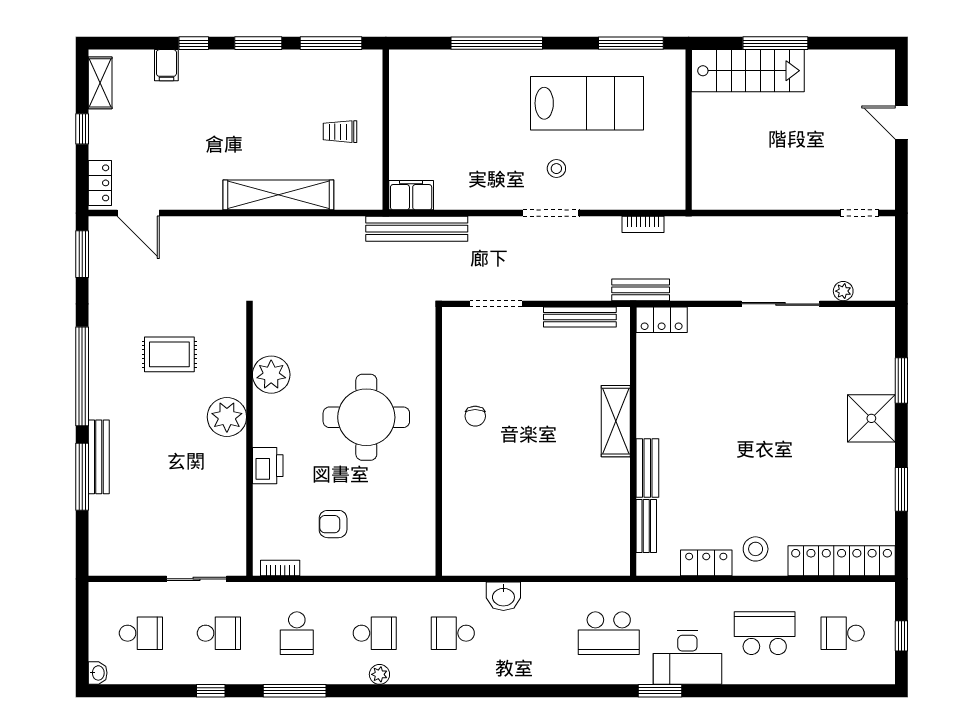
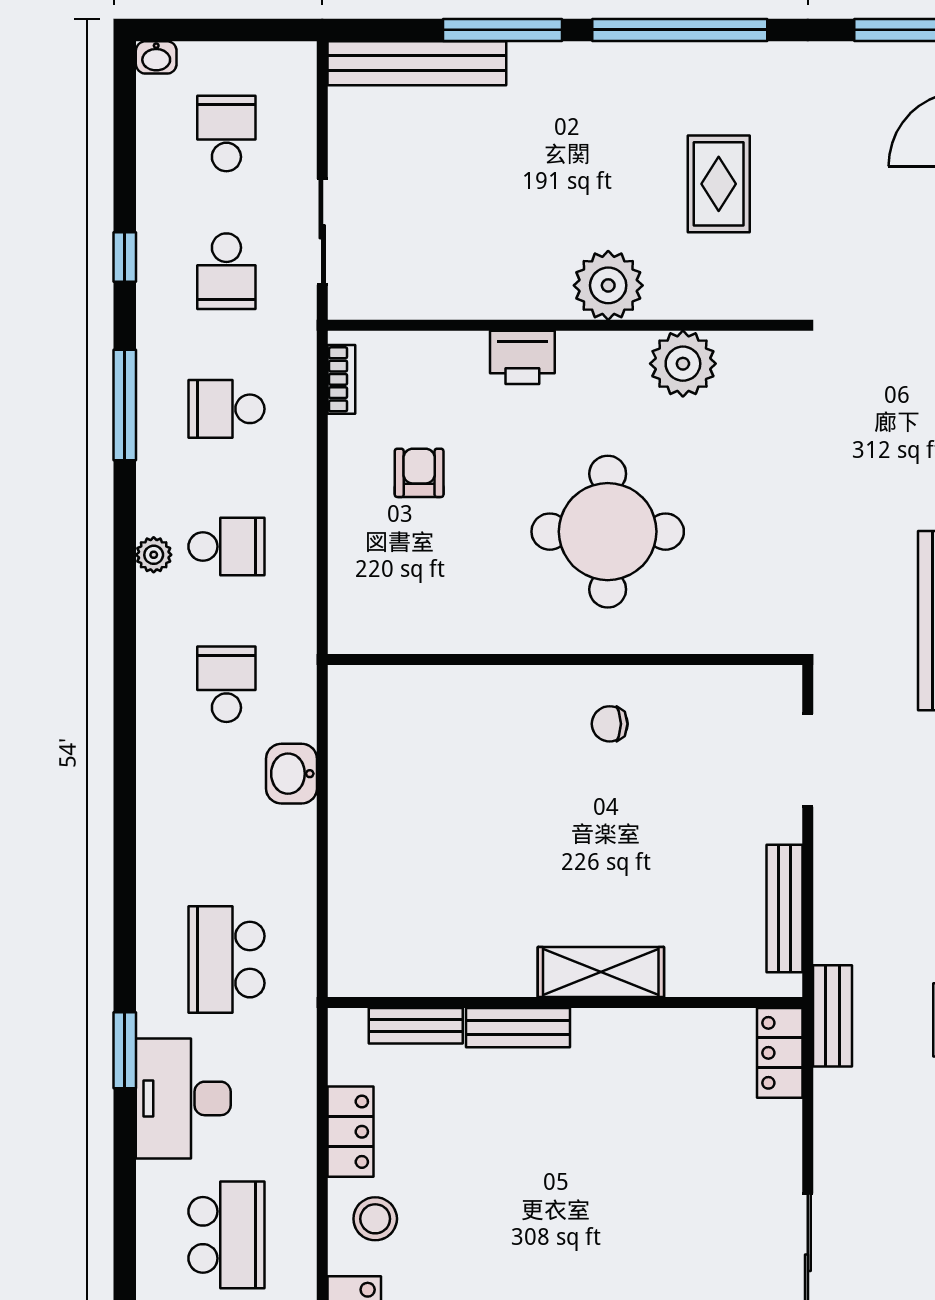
bench: (99, 457) -> (417, 63), moved, width x1.37, depth x1.21
school desk: (141, 633) -> (226, 133), turned 180
school desk: (375, 633) -> (226, 547), turned -90

